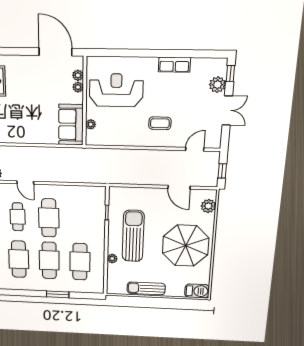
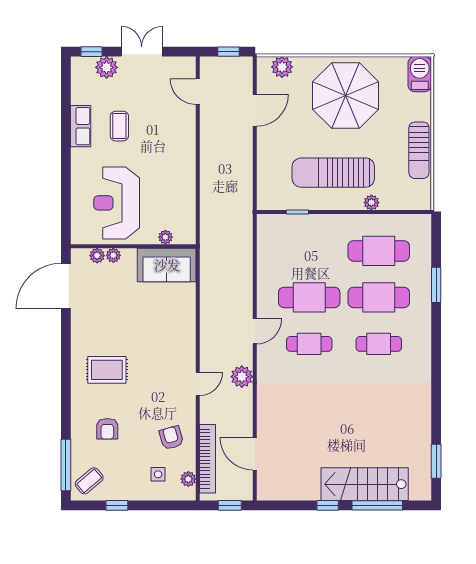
coffee table: (160, 123) -> (119, 126), moved
cafe table: (19, 259) -> (379, 344), width x0.73, depth x0.74

